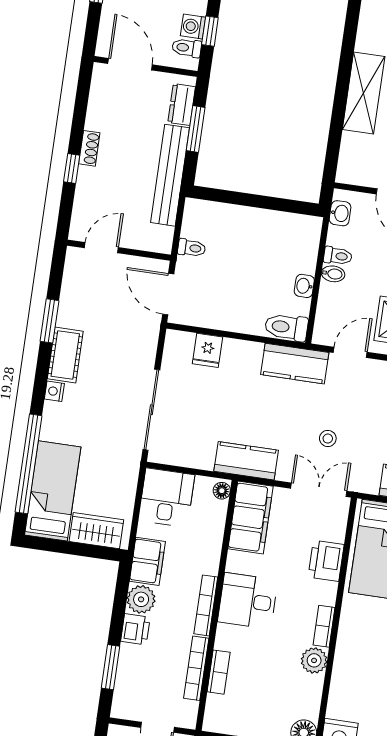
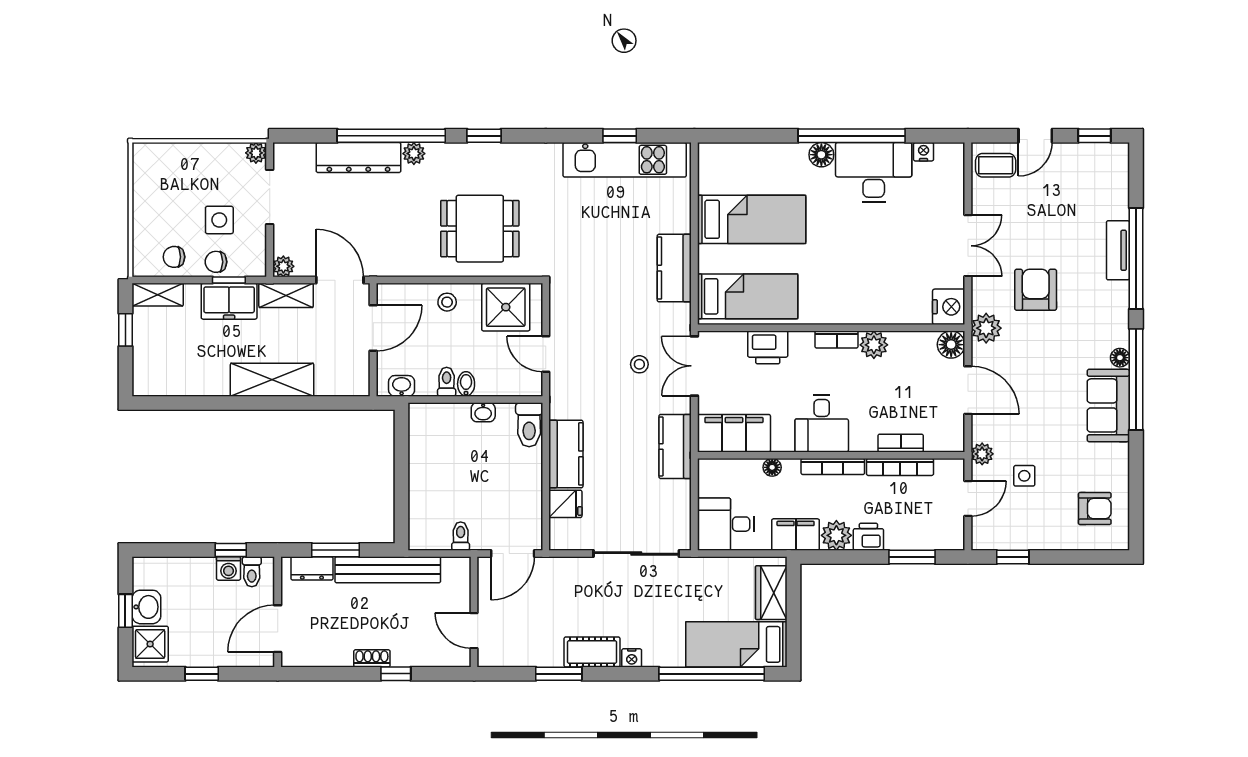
kitchen counter: (295, 364) -> (566, 454), moved
floor lamp: (222, 491) -> (772, 467), moved

